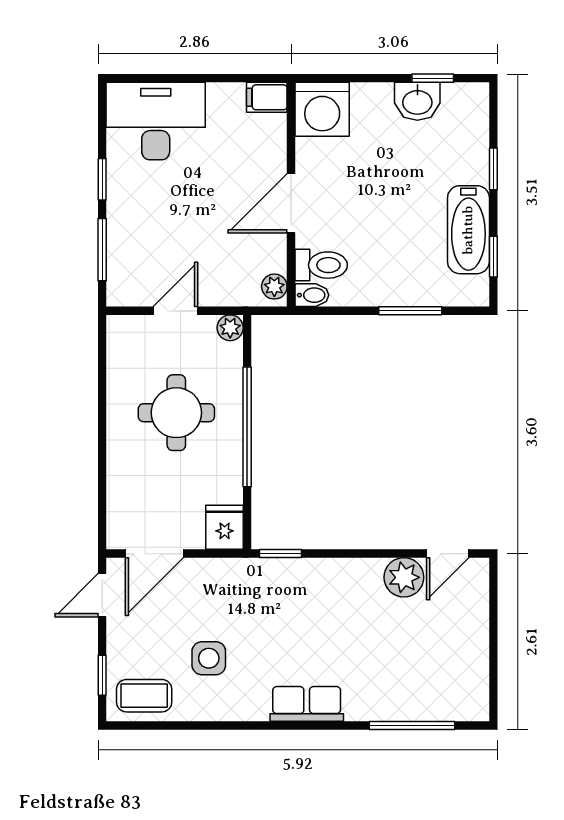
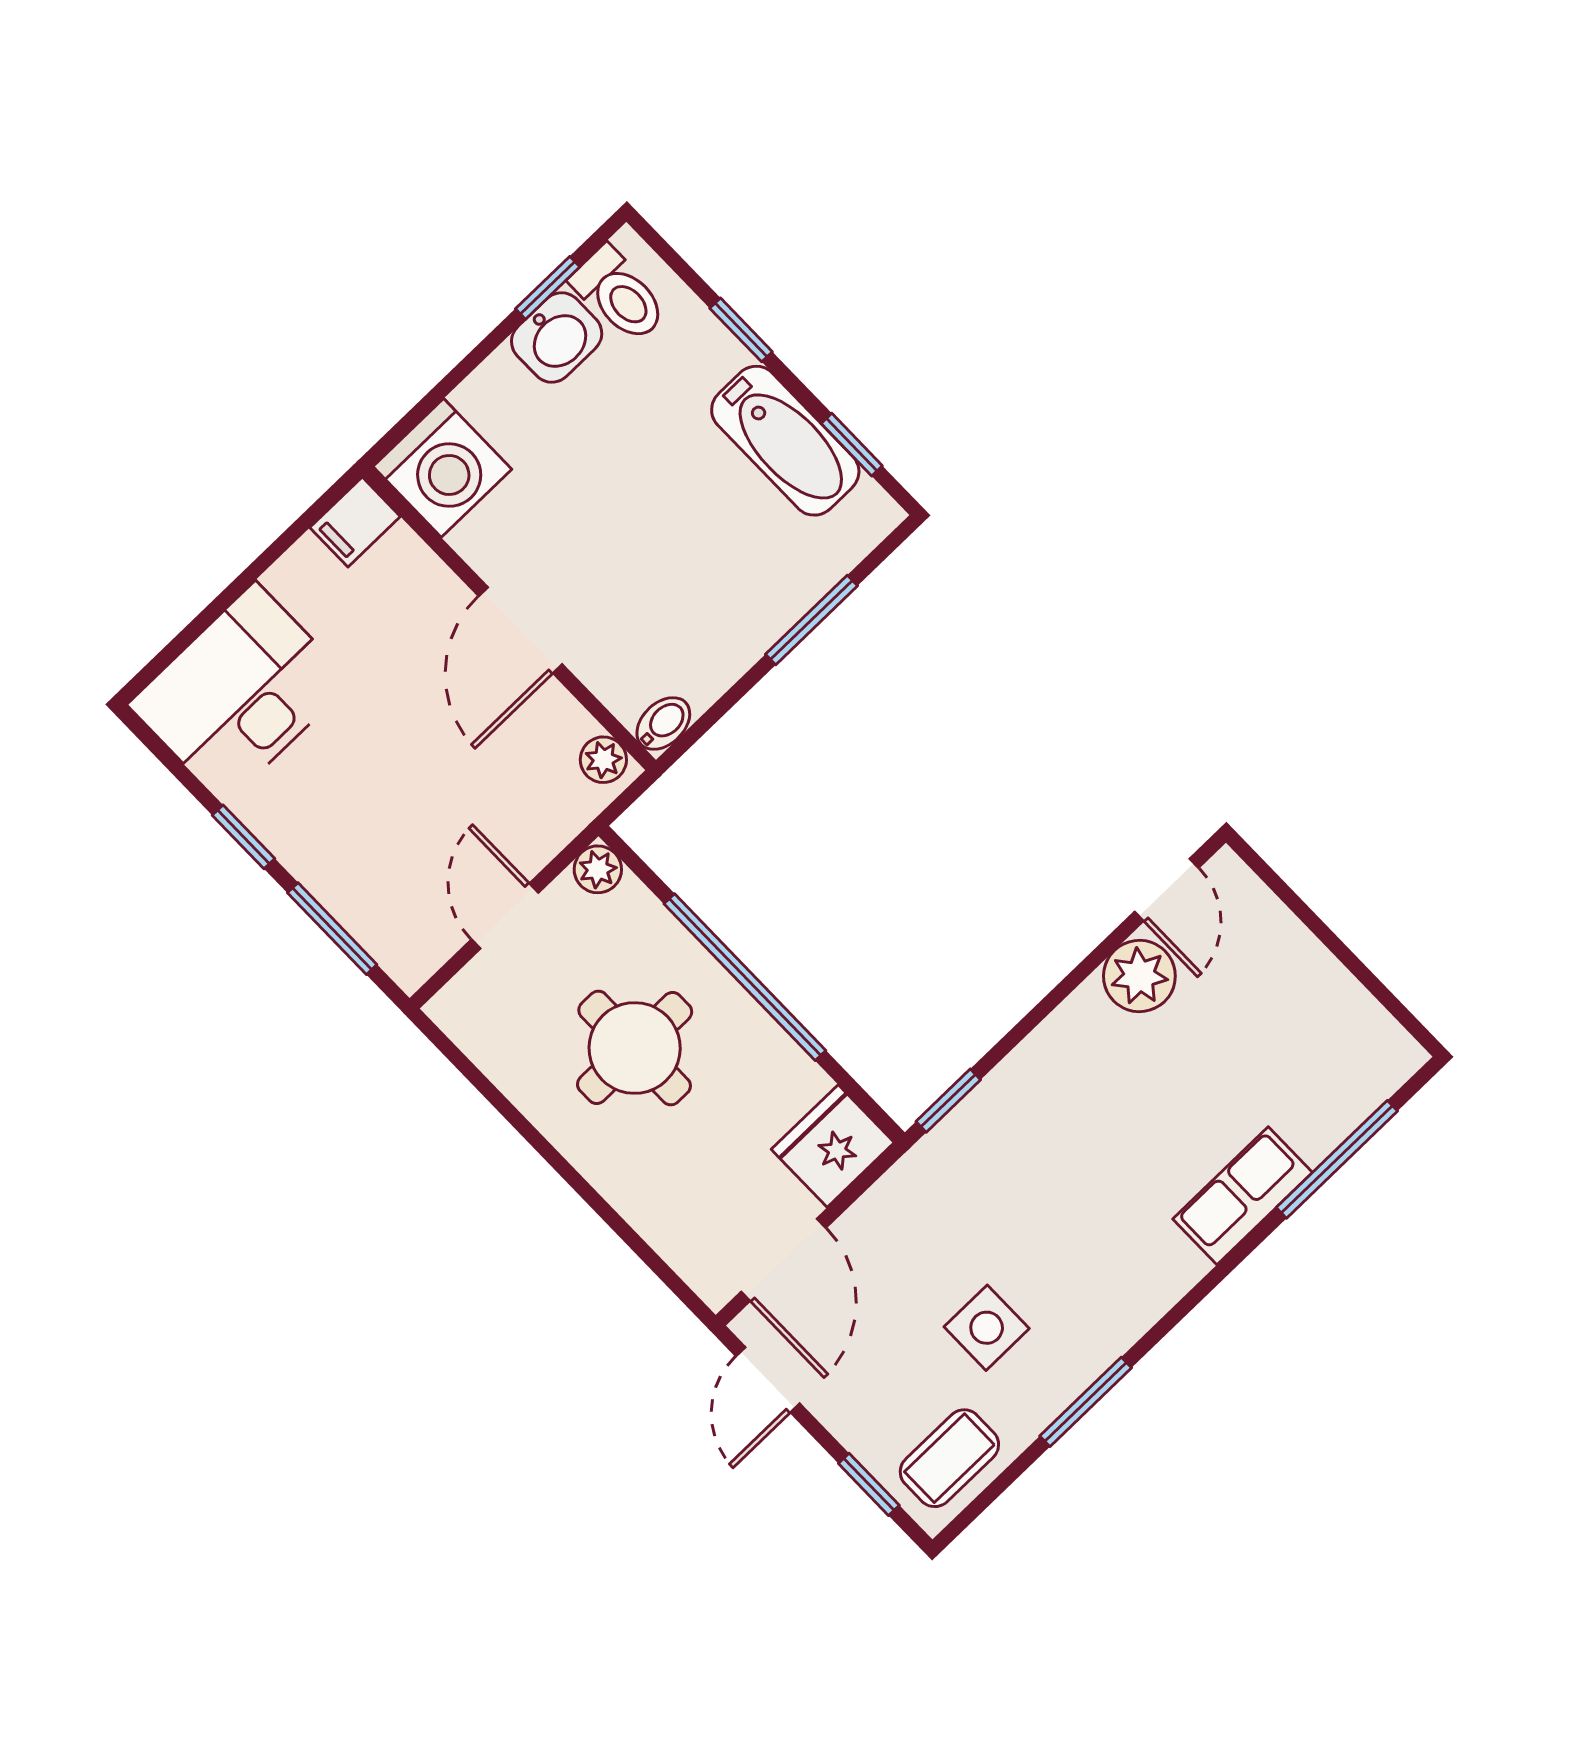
toilet: (321, 265) -> (619, 295), moved, turned 90
fridge: (225, 527) -> (833, 1146), width x1.38
row of seats: (307, 704) -> (1243, 1196), moved
window: (220, 726) -> (1086, 1402), added

